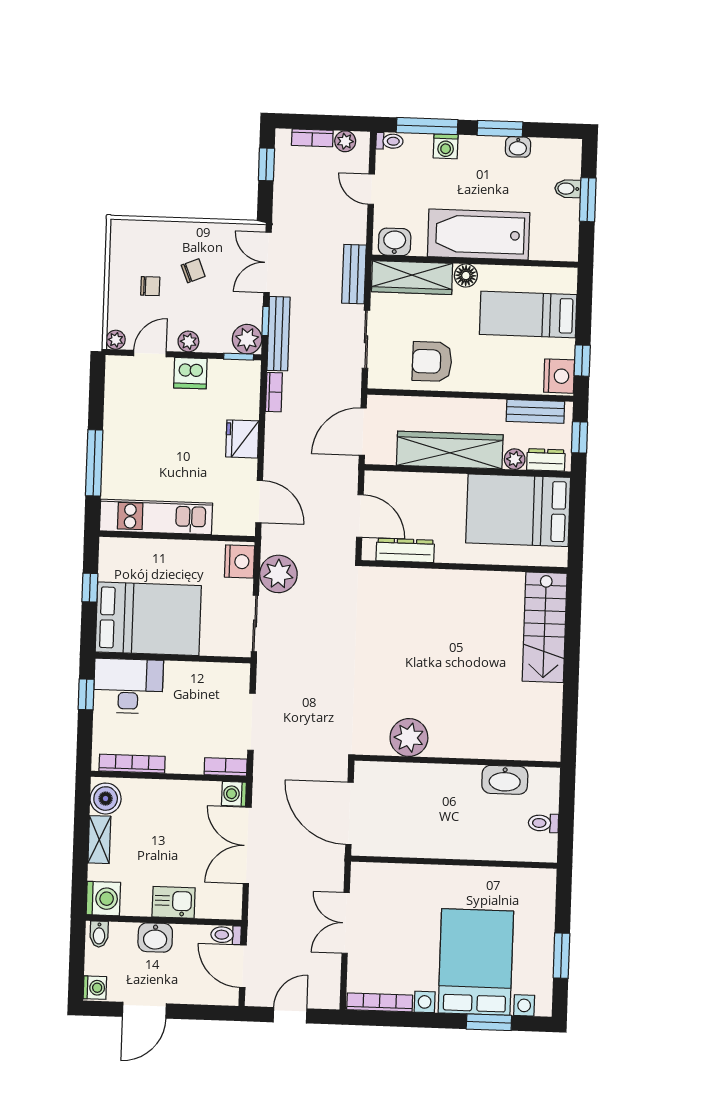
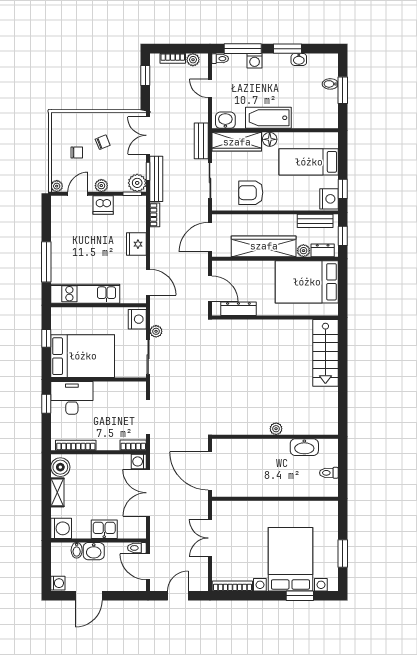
bathtub: (479, 235) -> (268, 118), width x0.73, depth x0.73
plant: (278, 574) -> (156, 331), width x0.53, depth x0.53
plant: (409, 738) -> (276, 429), moved, width x0.53, depth x0.53
bidet: (99, 934) -> (77, 550), moved

